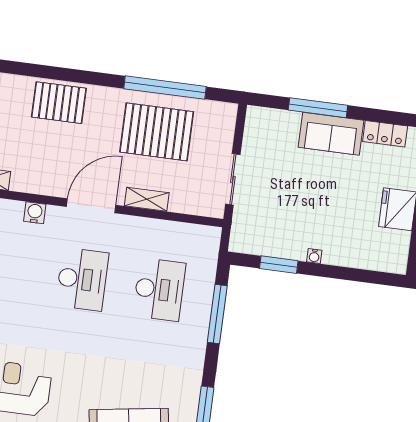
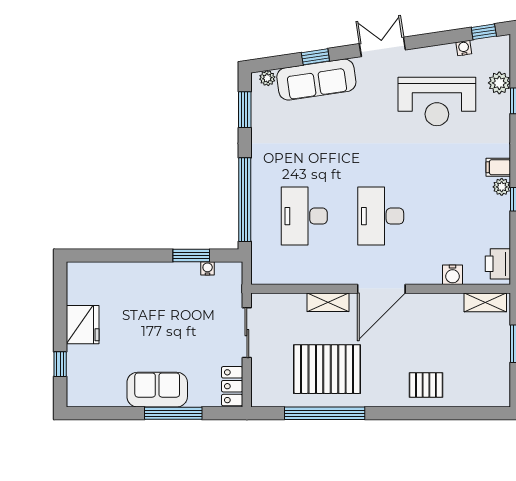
pallet: (59, 103) -> (426, 385), width x0.67, depth x0.71
locker: (385, 134) -> (232, 386), moved, turned -90
water cooler: (35, 213) -> (453, 275), moved
water cooler: (314, 256) -> (208, 268), moved
window: (217, 314) -> (245, 200), width x1.46

